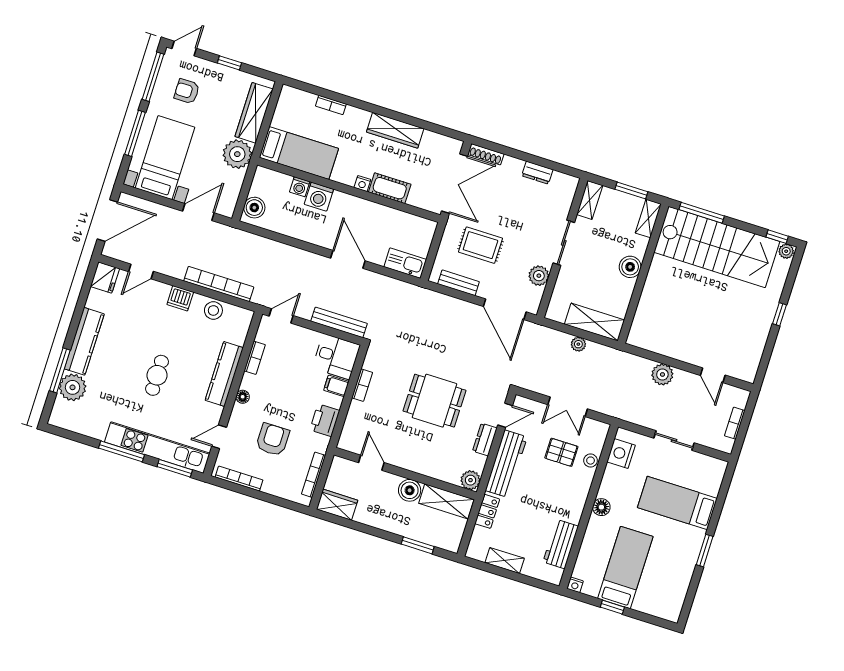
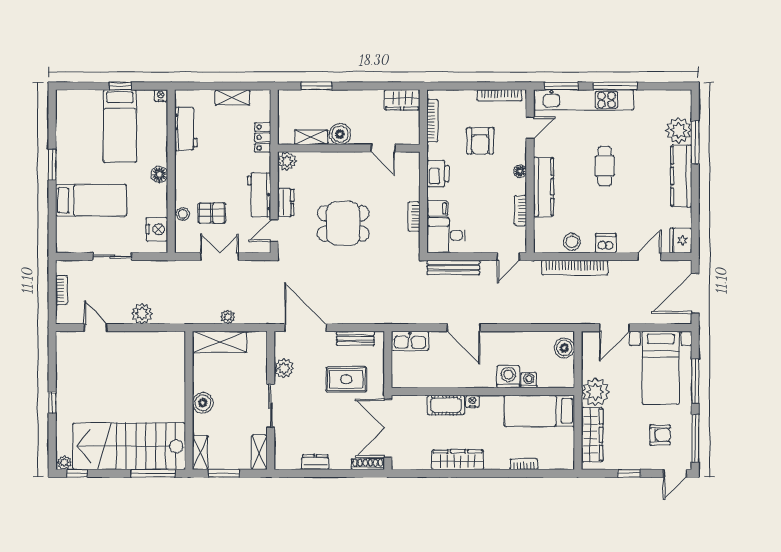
workbench: (506, 464) -> (259, 195), width x0.73
shelving: (446, 501) -> (311, 137), width x0.67, depth x0.75

